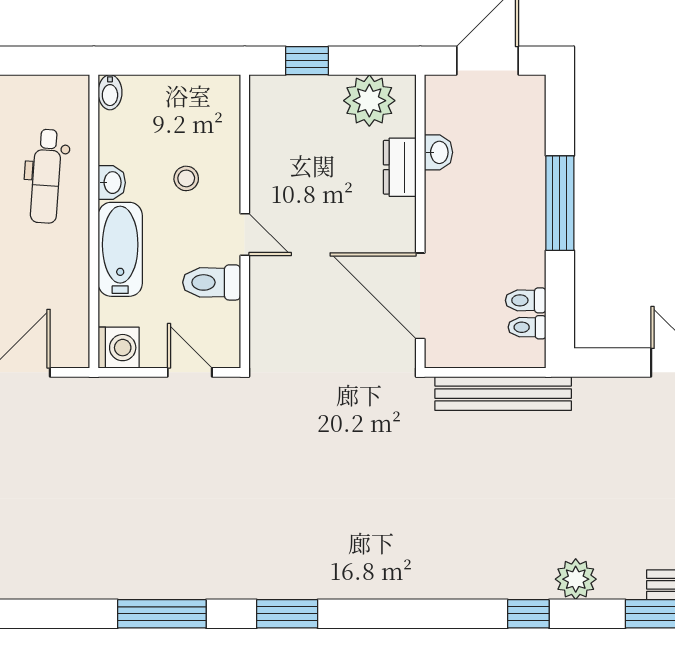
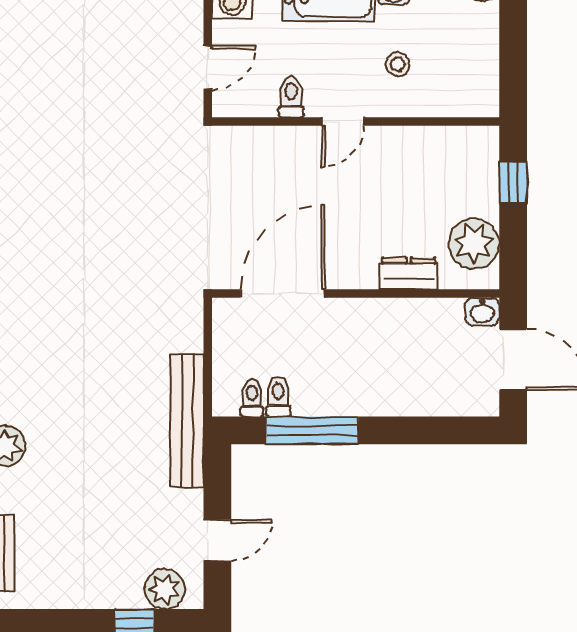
washbasin: (439, 152) -> (482, 311), moved
window: (560, 203) -> (312, 430), moved
toilet: (212, 282) -> (291, 97), width x0.73, depth x0.72
bench: (503, 394) -> (187, 421), moved

